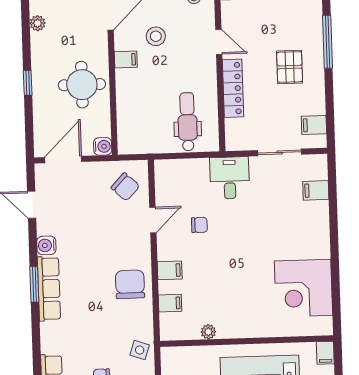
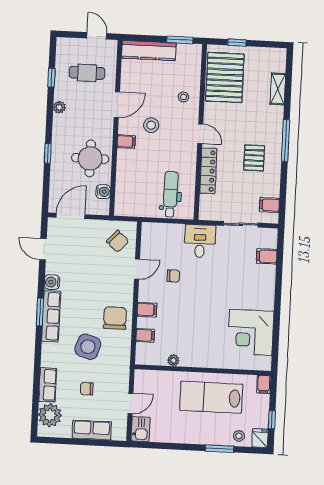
water cooler: (103, 146) -> (103, 192), moved
side table: (140, 350) -> (88, 347), moved, width x1.87, depth x1.87

